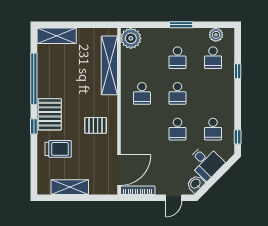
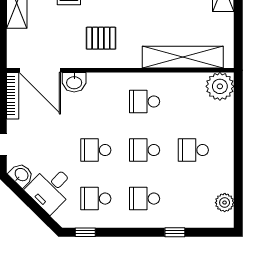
window: (181, 25) -> (238, 155), removed
school desk: (213, 58) -> (145, 199), moved
pallet: (96, 125) -> (101, 38), turned 90
washbasin: (128, 145) -> (74, 82), added

